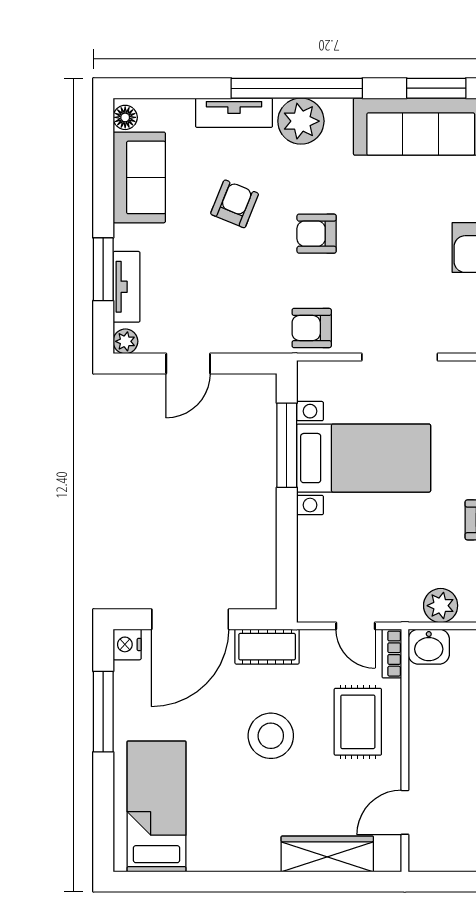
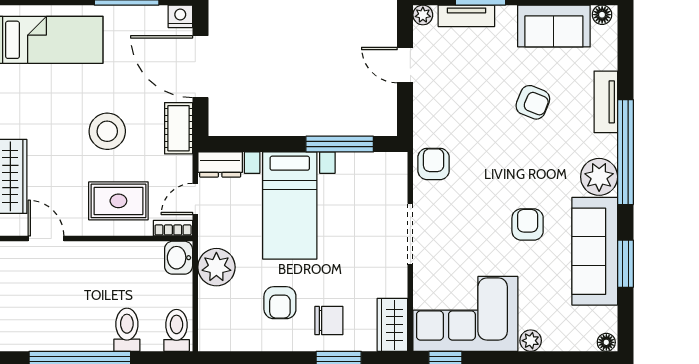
plant: (301, 121) -> (599, 177), moved
armchair: (317, 234) -> (528, 224), moved
bed with nightstands: (364, 458) -> (290, 206), moved
dresser: (312, 595) -> (220, 164), added
plant: (441, 606) -> (216, 267), width x1.36, depth x1.36

